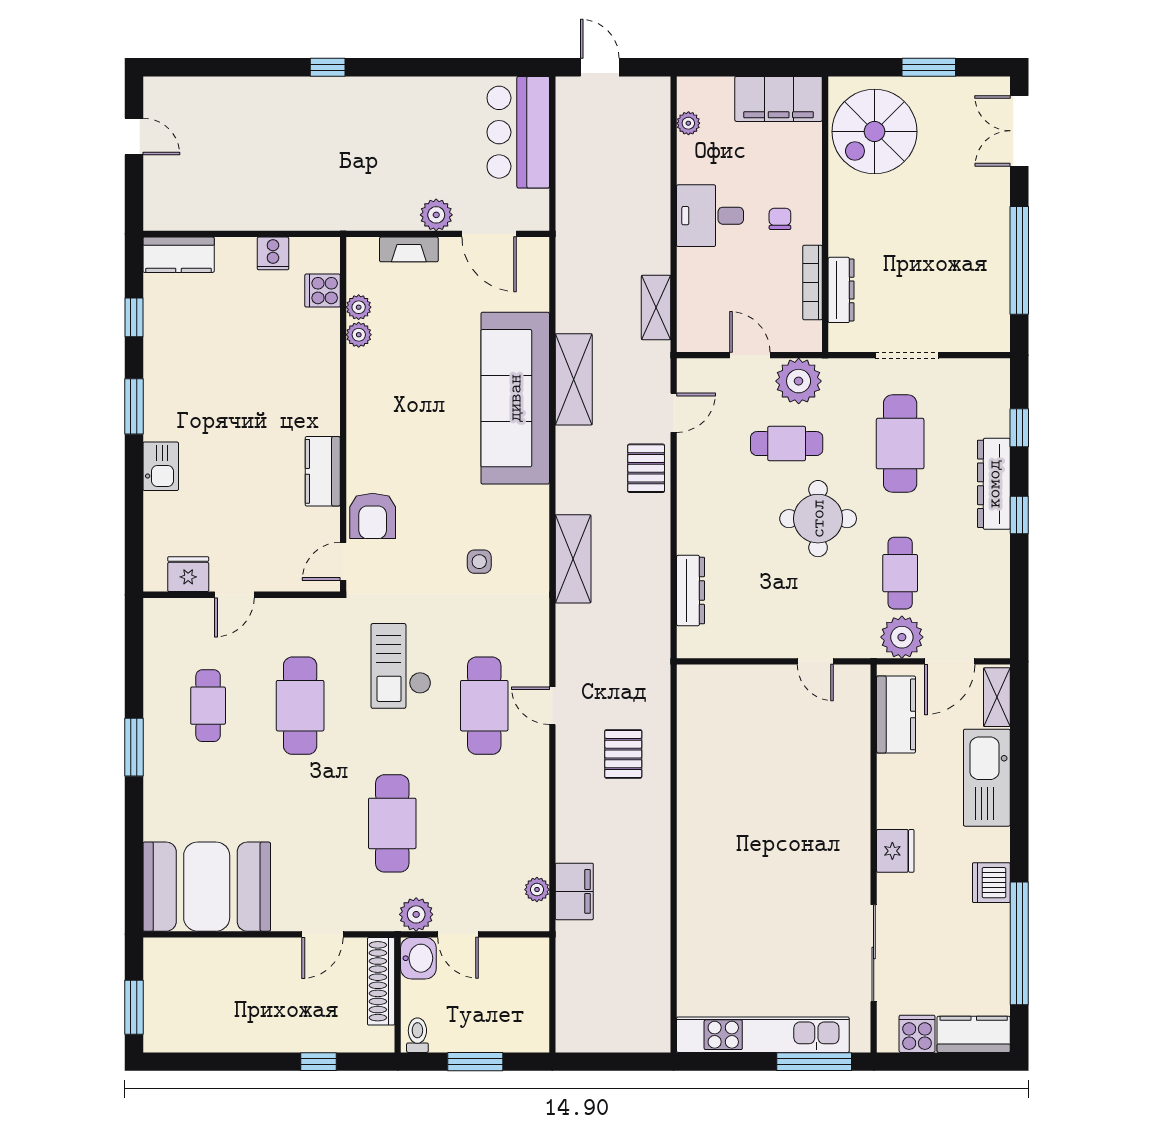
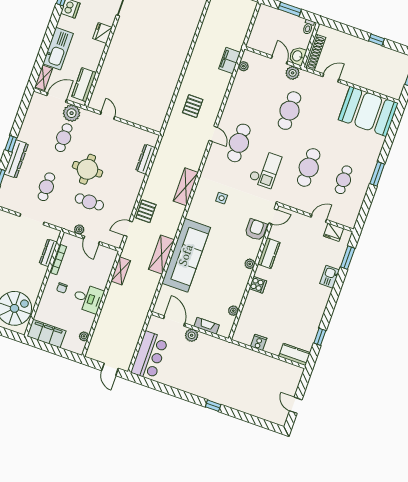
cooker: (323, 291) -> (258, 285), moved
plant: (359, 335) -> (250, 264), moved
plant: (799, 381) -> (79, 229), width x0.53, depth x0.53
window: (134, 406) -> (348, 258), moved
cafe table: (900, 444) -> (46, 187), width x0.73, depth x0.74
window: (318, 1062) -> (377, 40), moved

